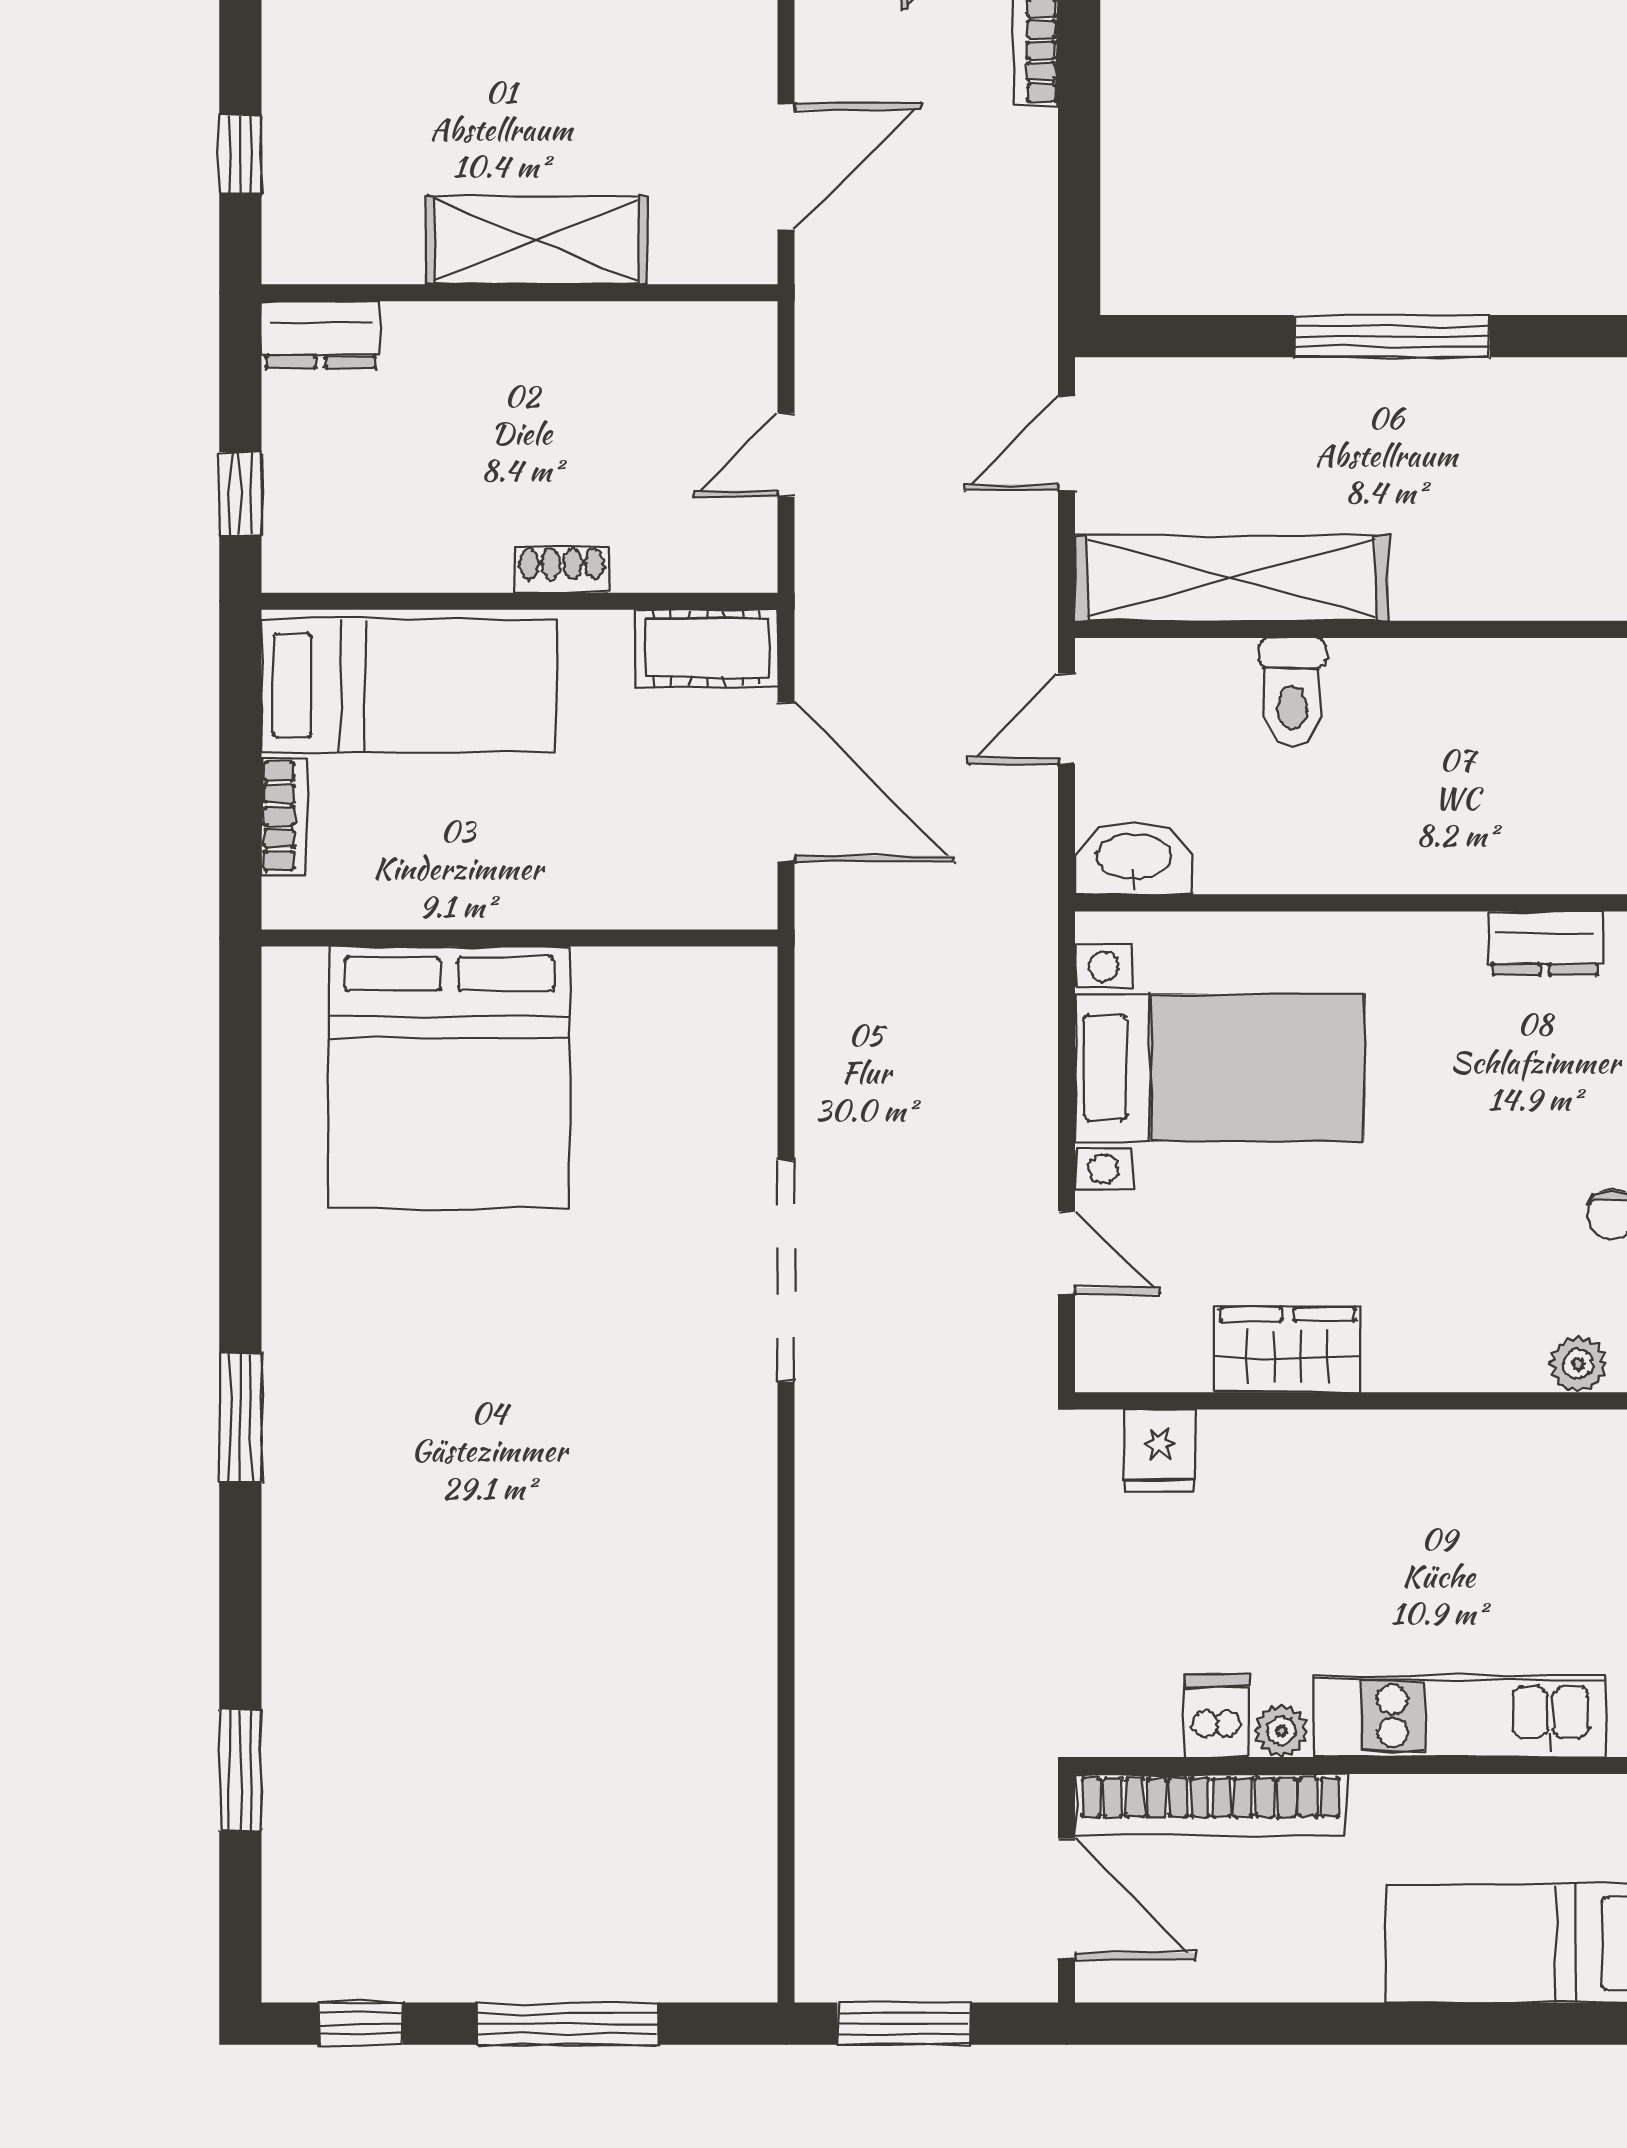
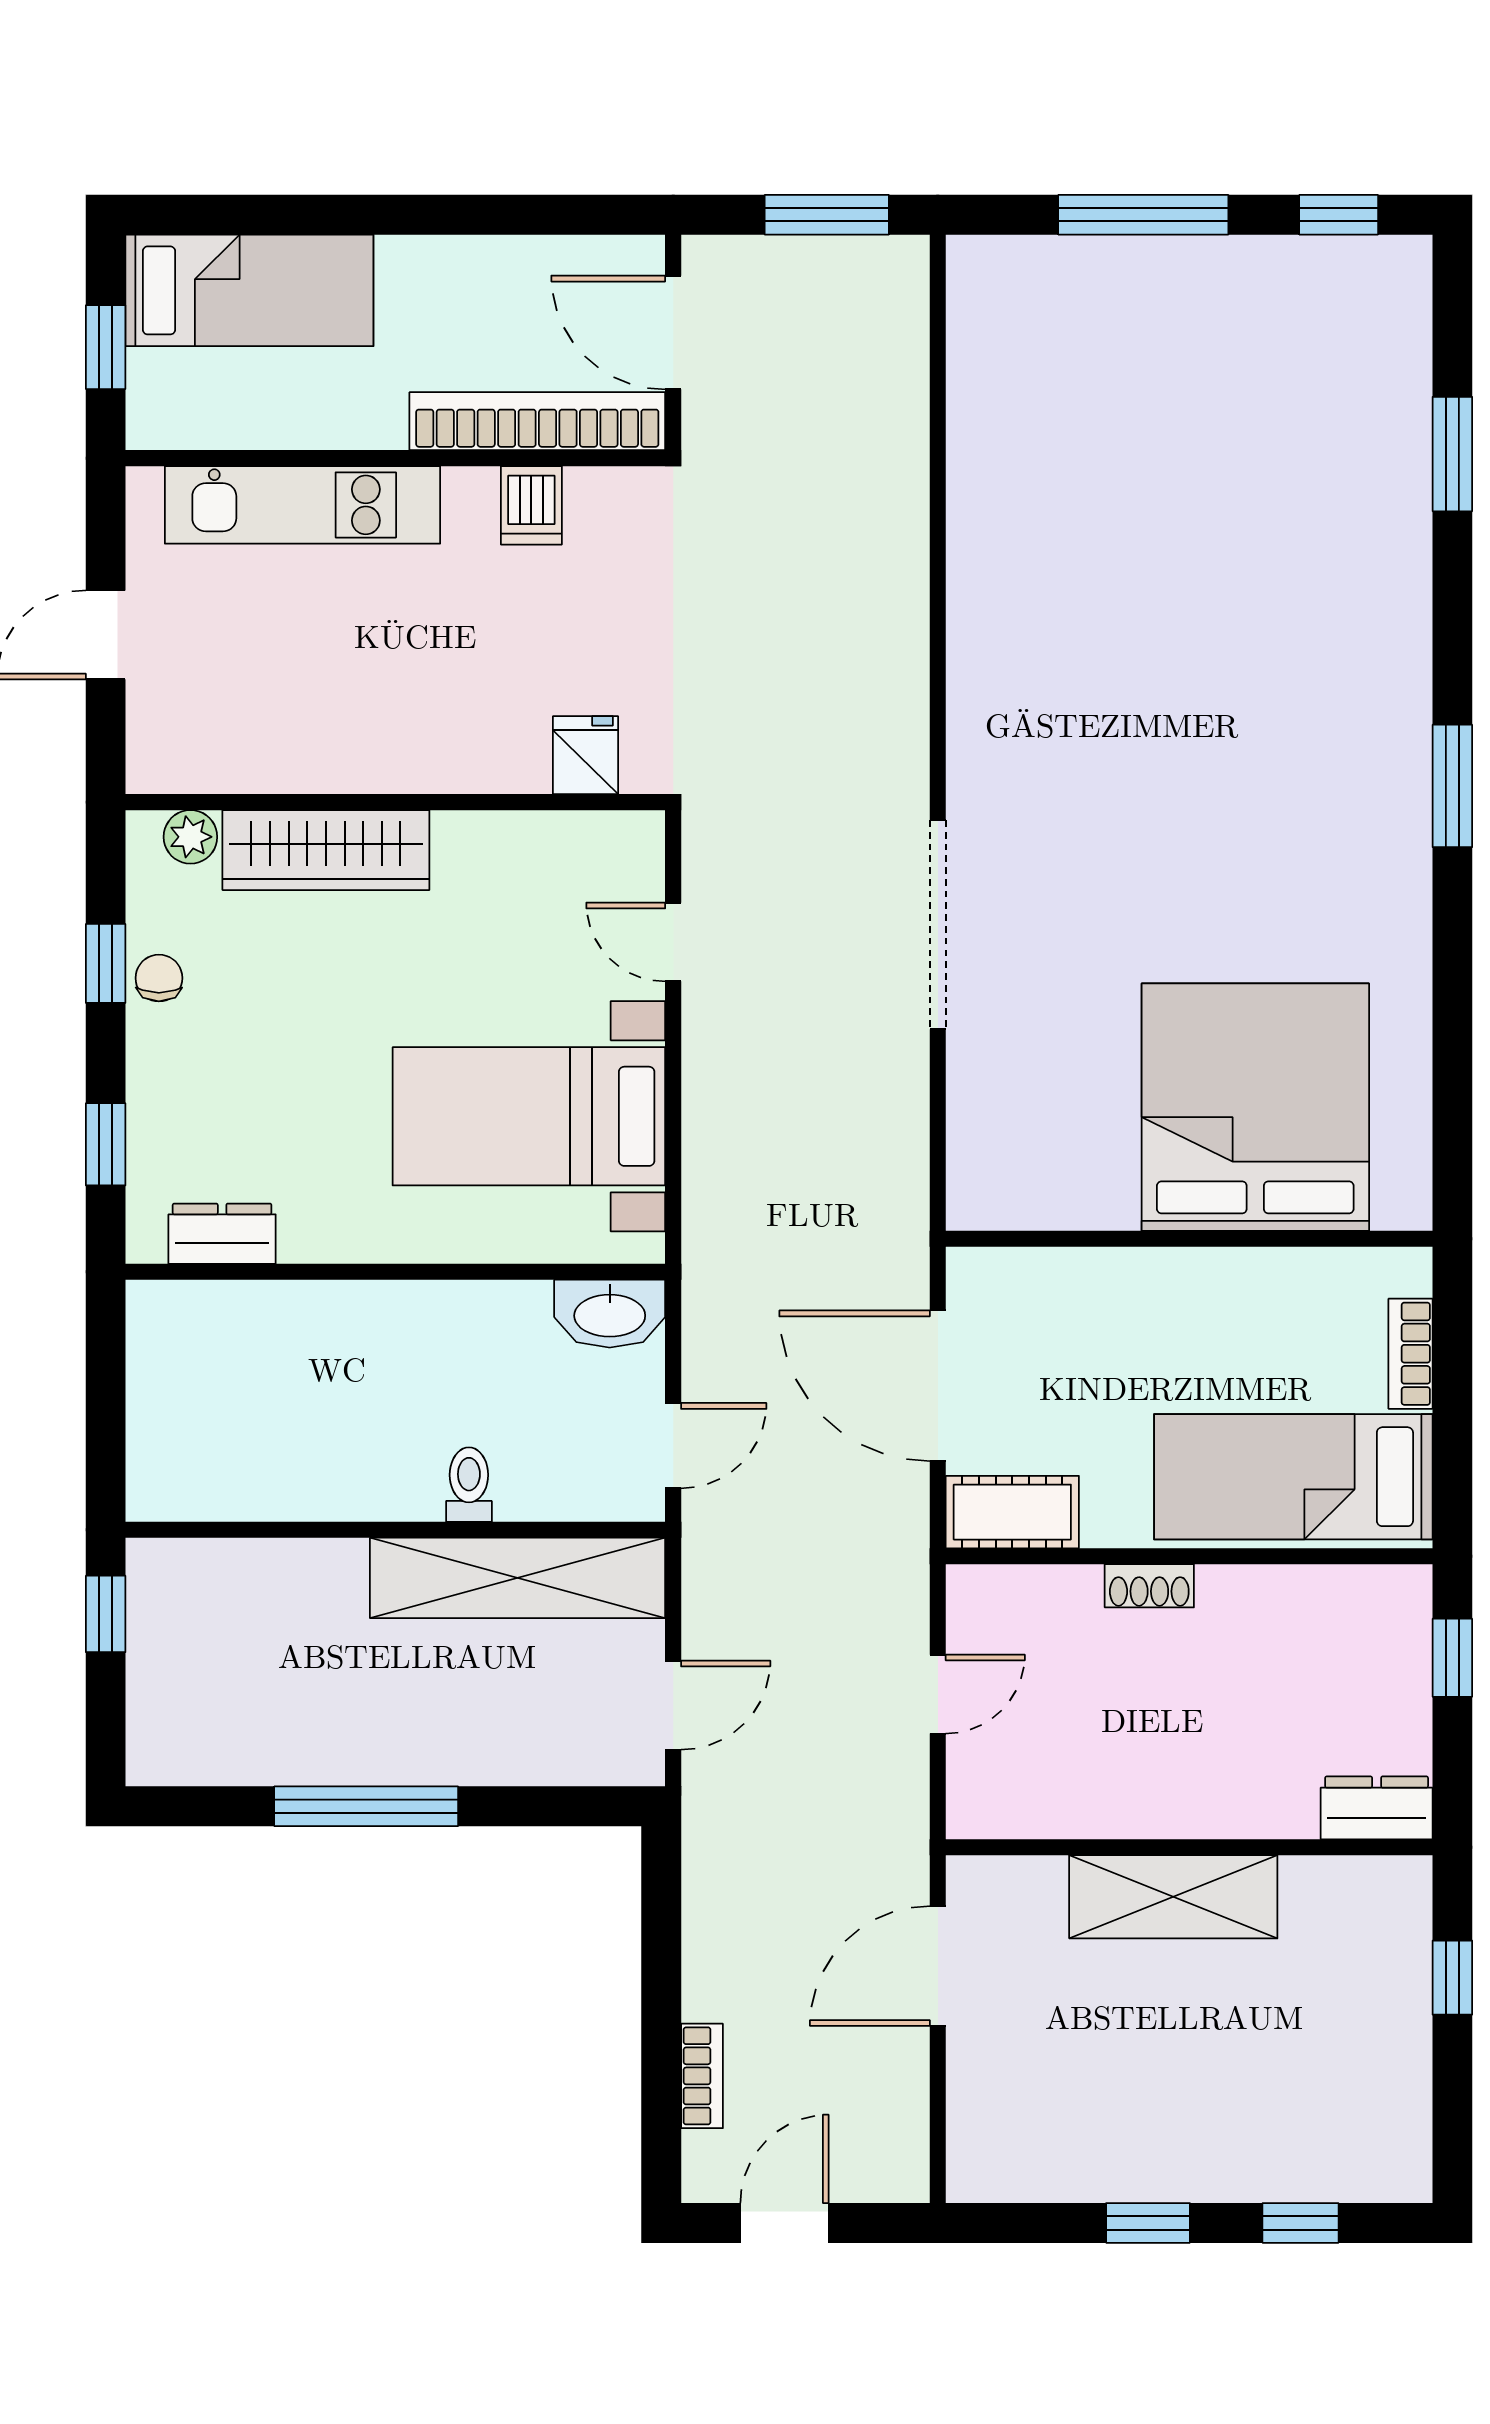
toilet: (1292, 692) -> (469, 1485), width x0.73, depth x0.72
wardrobe: (1288, 1350) -> (326, 850), moved, width x1.50
plant: (1281, 1731) -> (471, 491), removed

